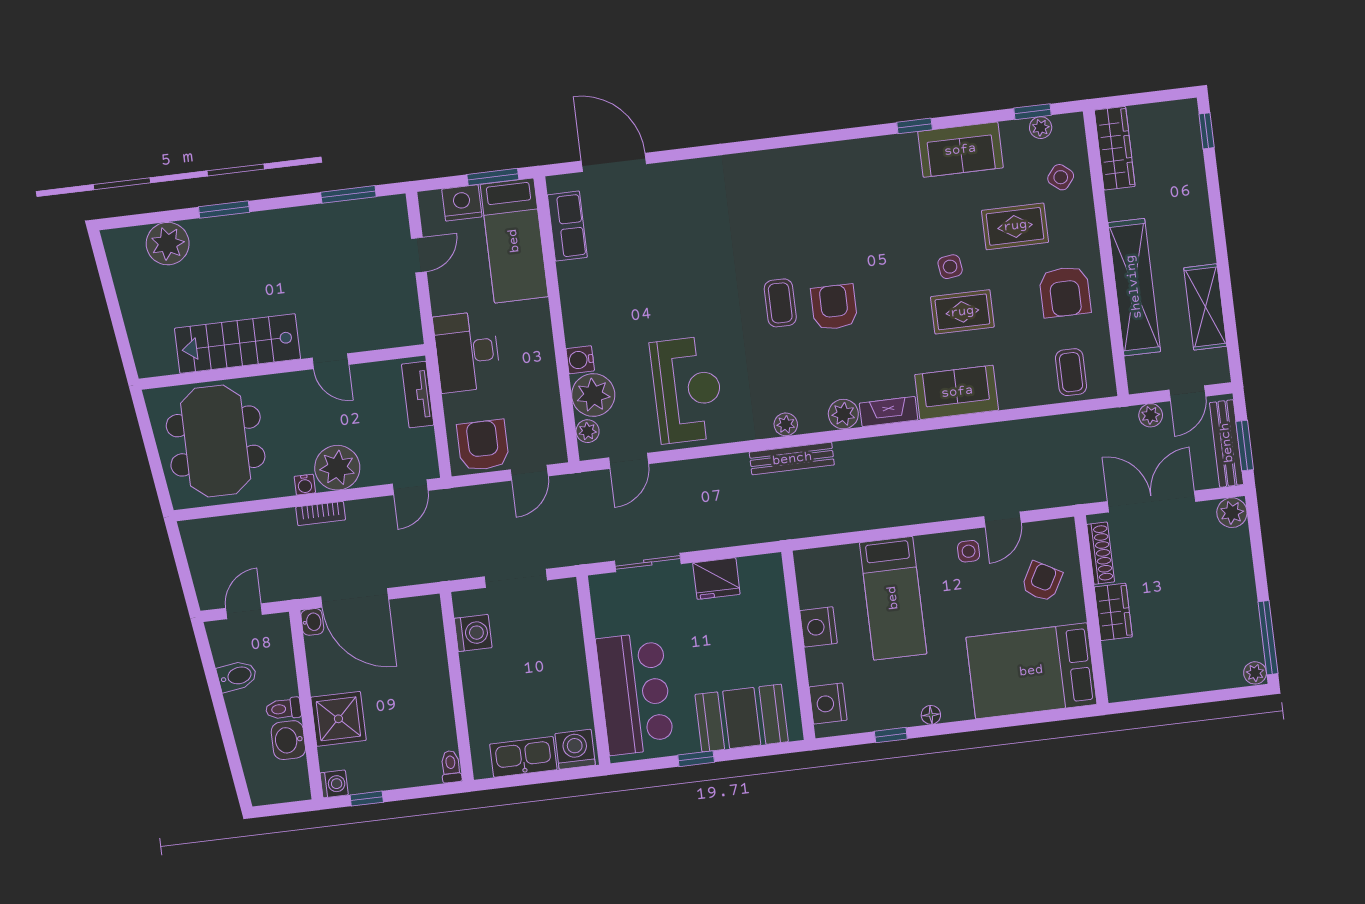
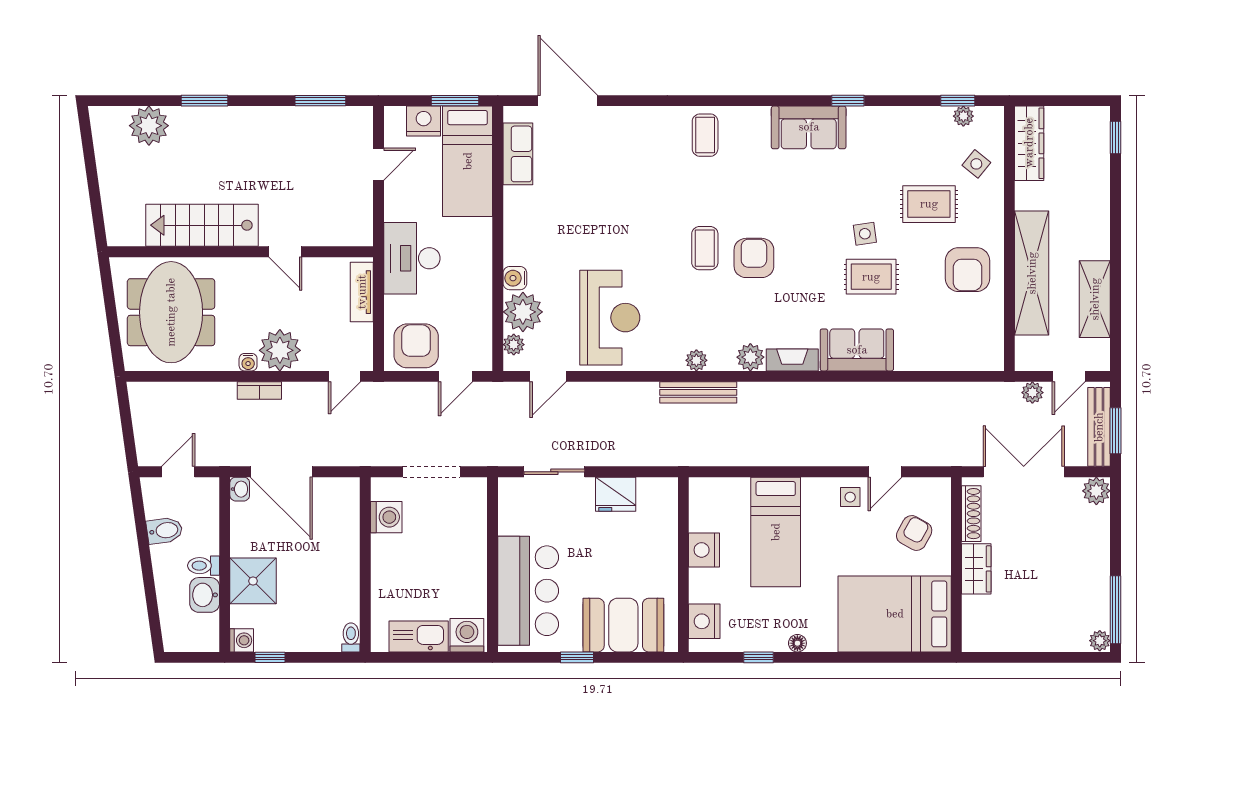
sofa: (960, 150) -> (809, 127), moved
coffee table: (1071, 372) -> (705, 135), moved

